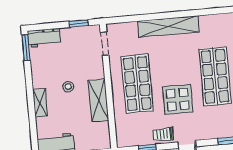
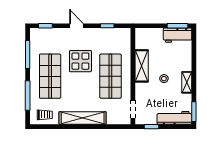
workbench: (44, 38) -> (174, 118), width x1.38
shelving: (40, 103) -> (187, 82), moved
trolley: (163, 134) -> (45, 115), moved

